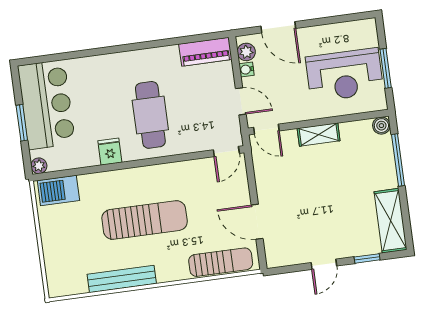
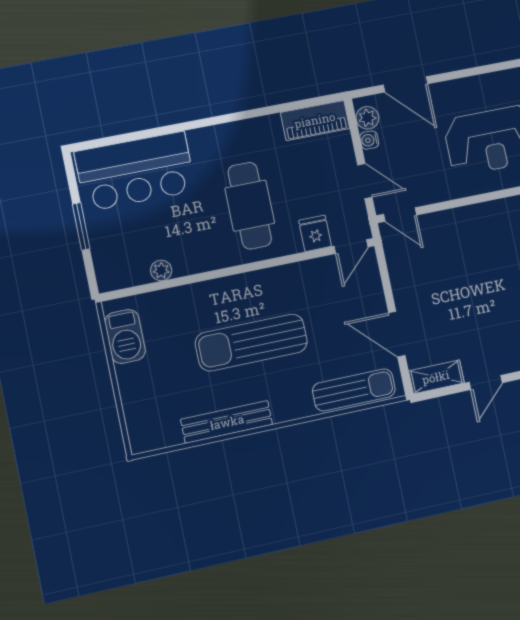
bar counter: (46, 105) -> (135, 171), moved, turned 90
shelving: (319, 135) -> (436, 377), moved
fridge: (110, 152) -> (315, 233), moved
plant: (39, 166) -> (161, 270), moved
barbecue: (58, 190) -> (125, 336), moved, turned -90
sun lounger: (145, 220) -> (251, 343), turned 180

